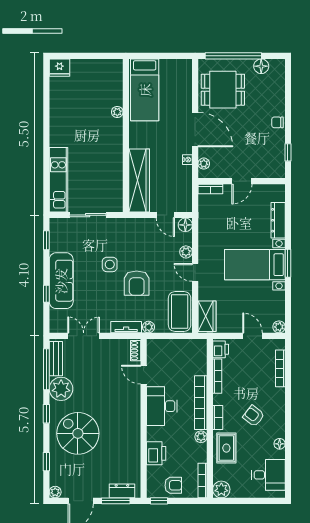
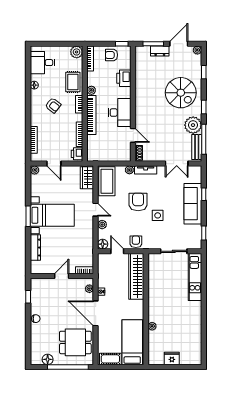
cot: (175, 67) -> (110, 359), added
fridge: (59, 68) -> (172, 358), moved
armchair: (140, 228) -> (136, 242), added
dresser: (122, 491) -> (160, 51), moved

